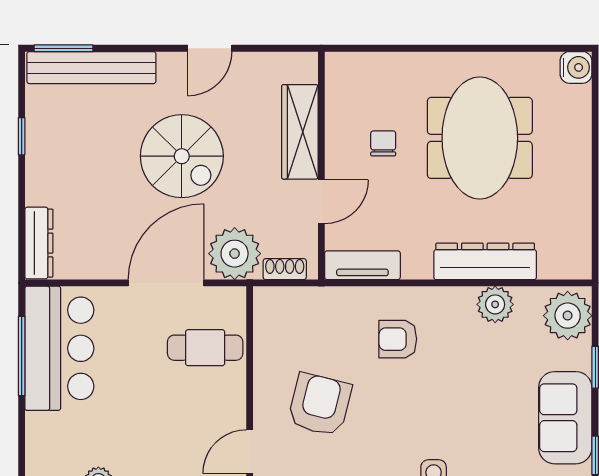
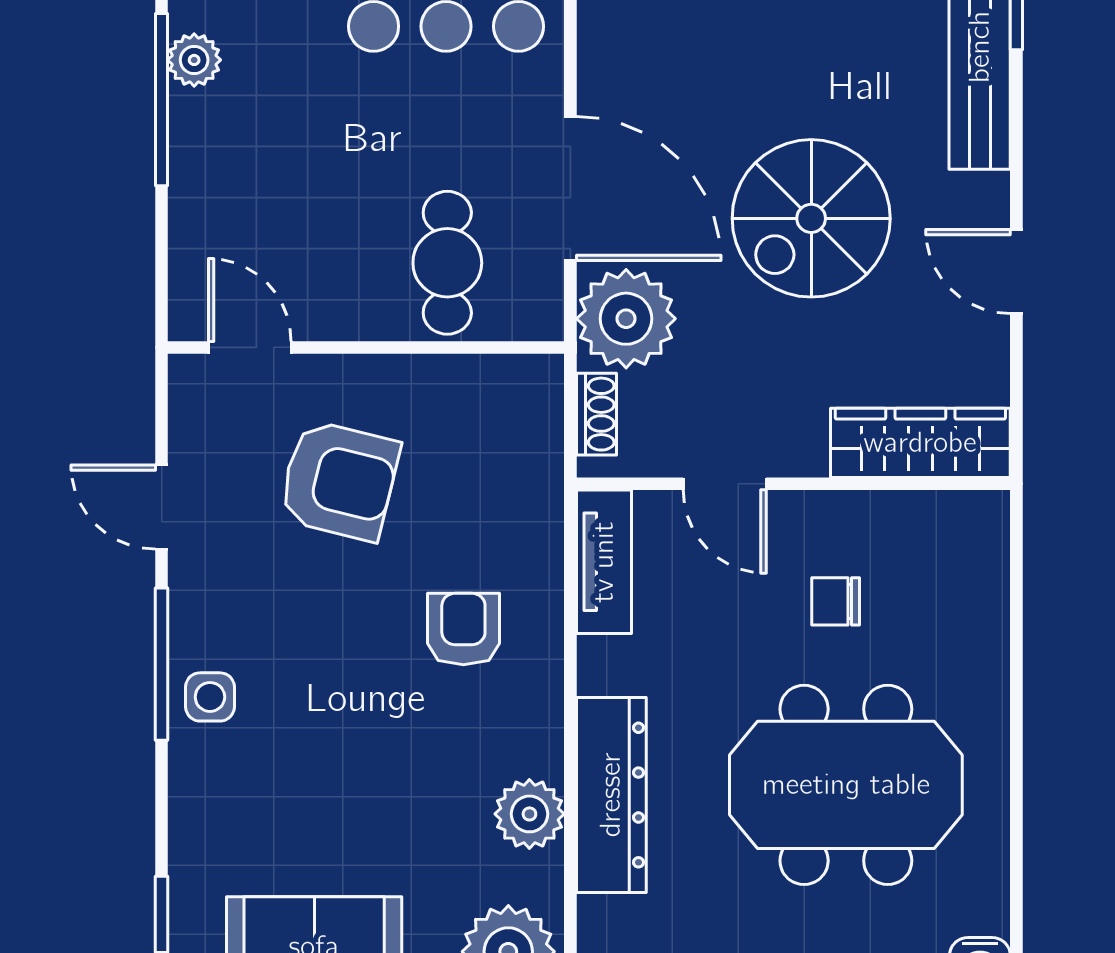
wardrobe: (300, 132) -> (920, 443), moved
chair: (383, 143) -> (836, 601), turned 180

